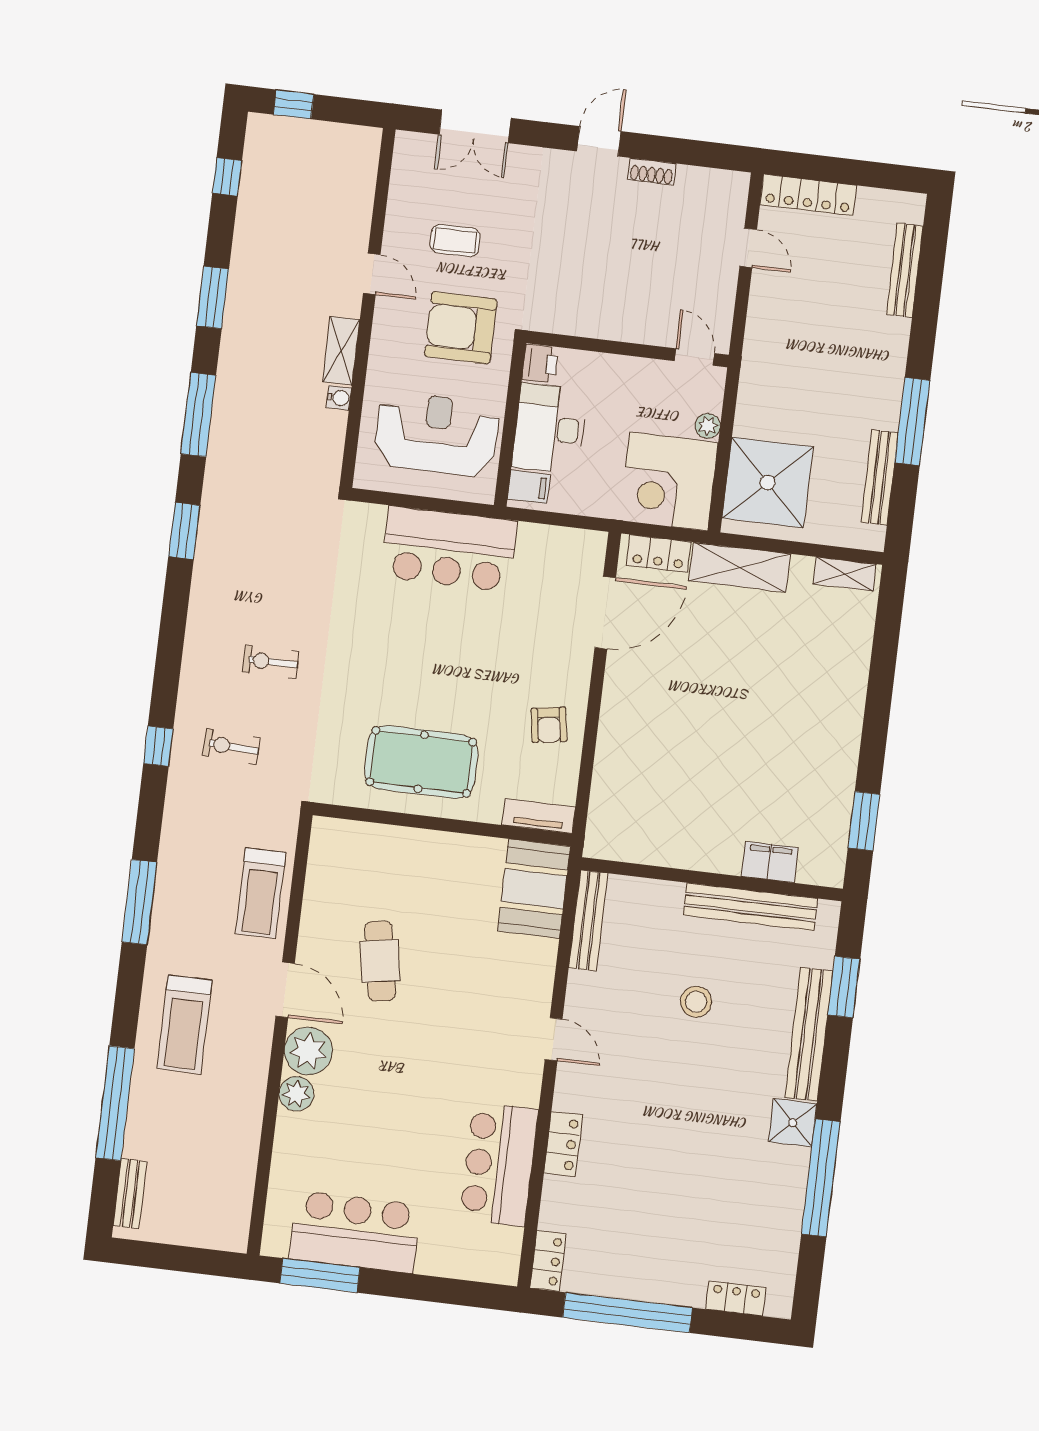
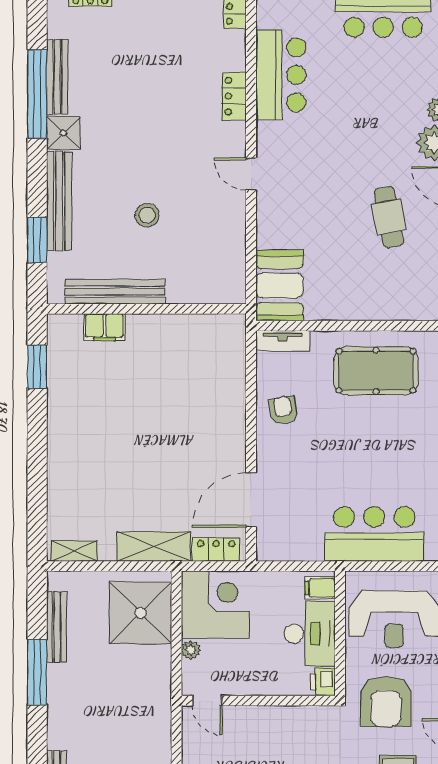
armchair: (461, 328) -> (386, 701), turned 90
bench: (588, 921) -> (57, 77), moved

